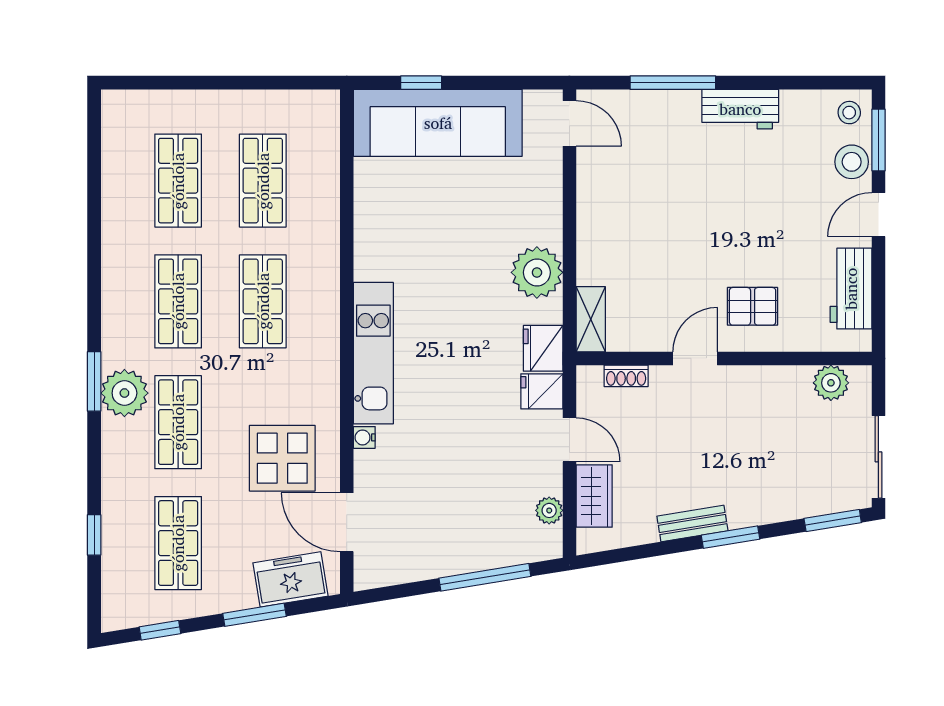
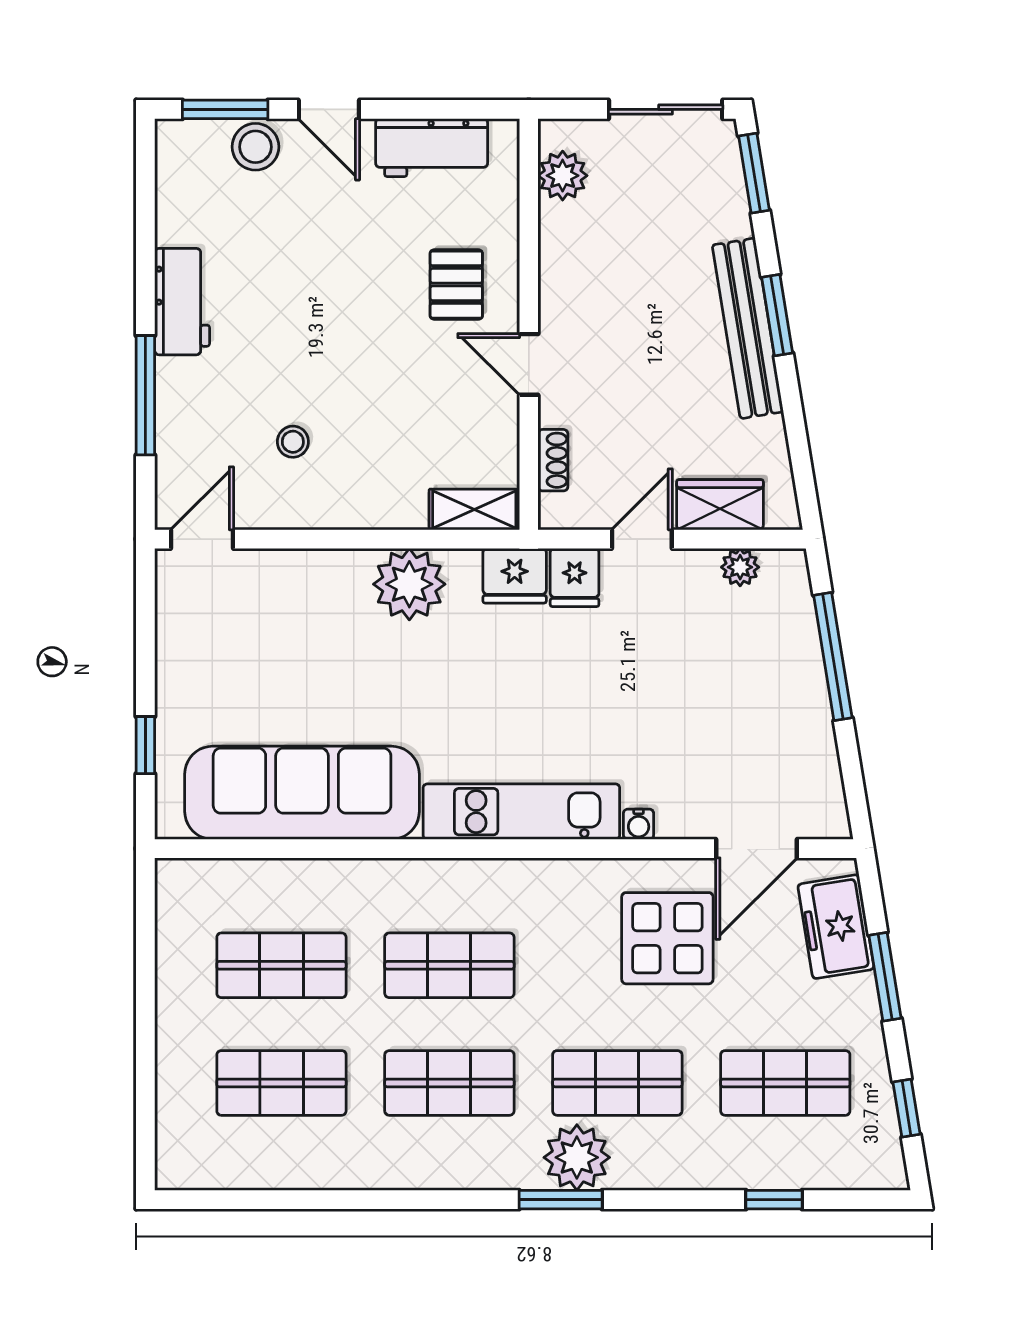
stool: (849, 113) -> (293, 442), moved
sofa: (438, 123) -> (302, 793), moved, turned -90
bench: (692, 523) -> (748, 328), width x1.86, depth x1.21

